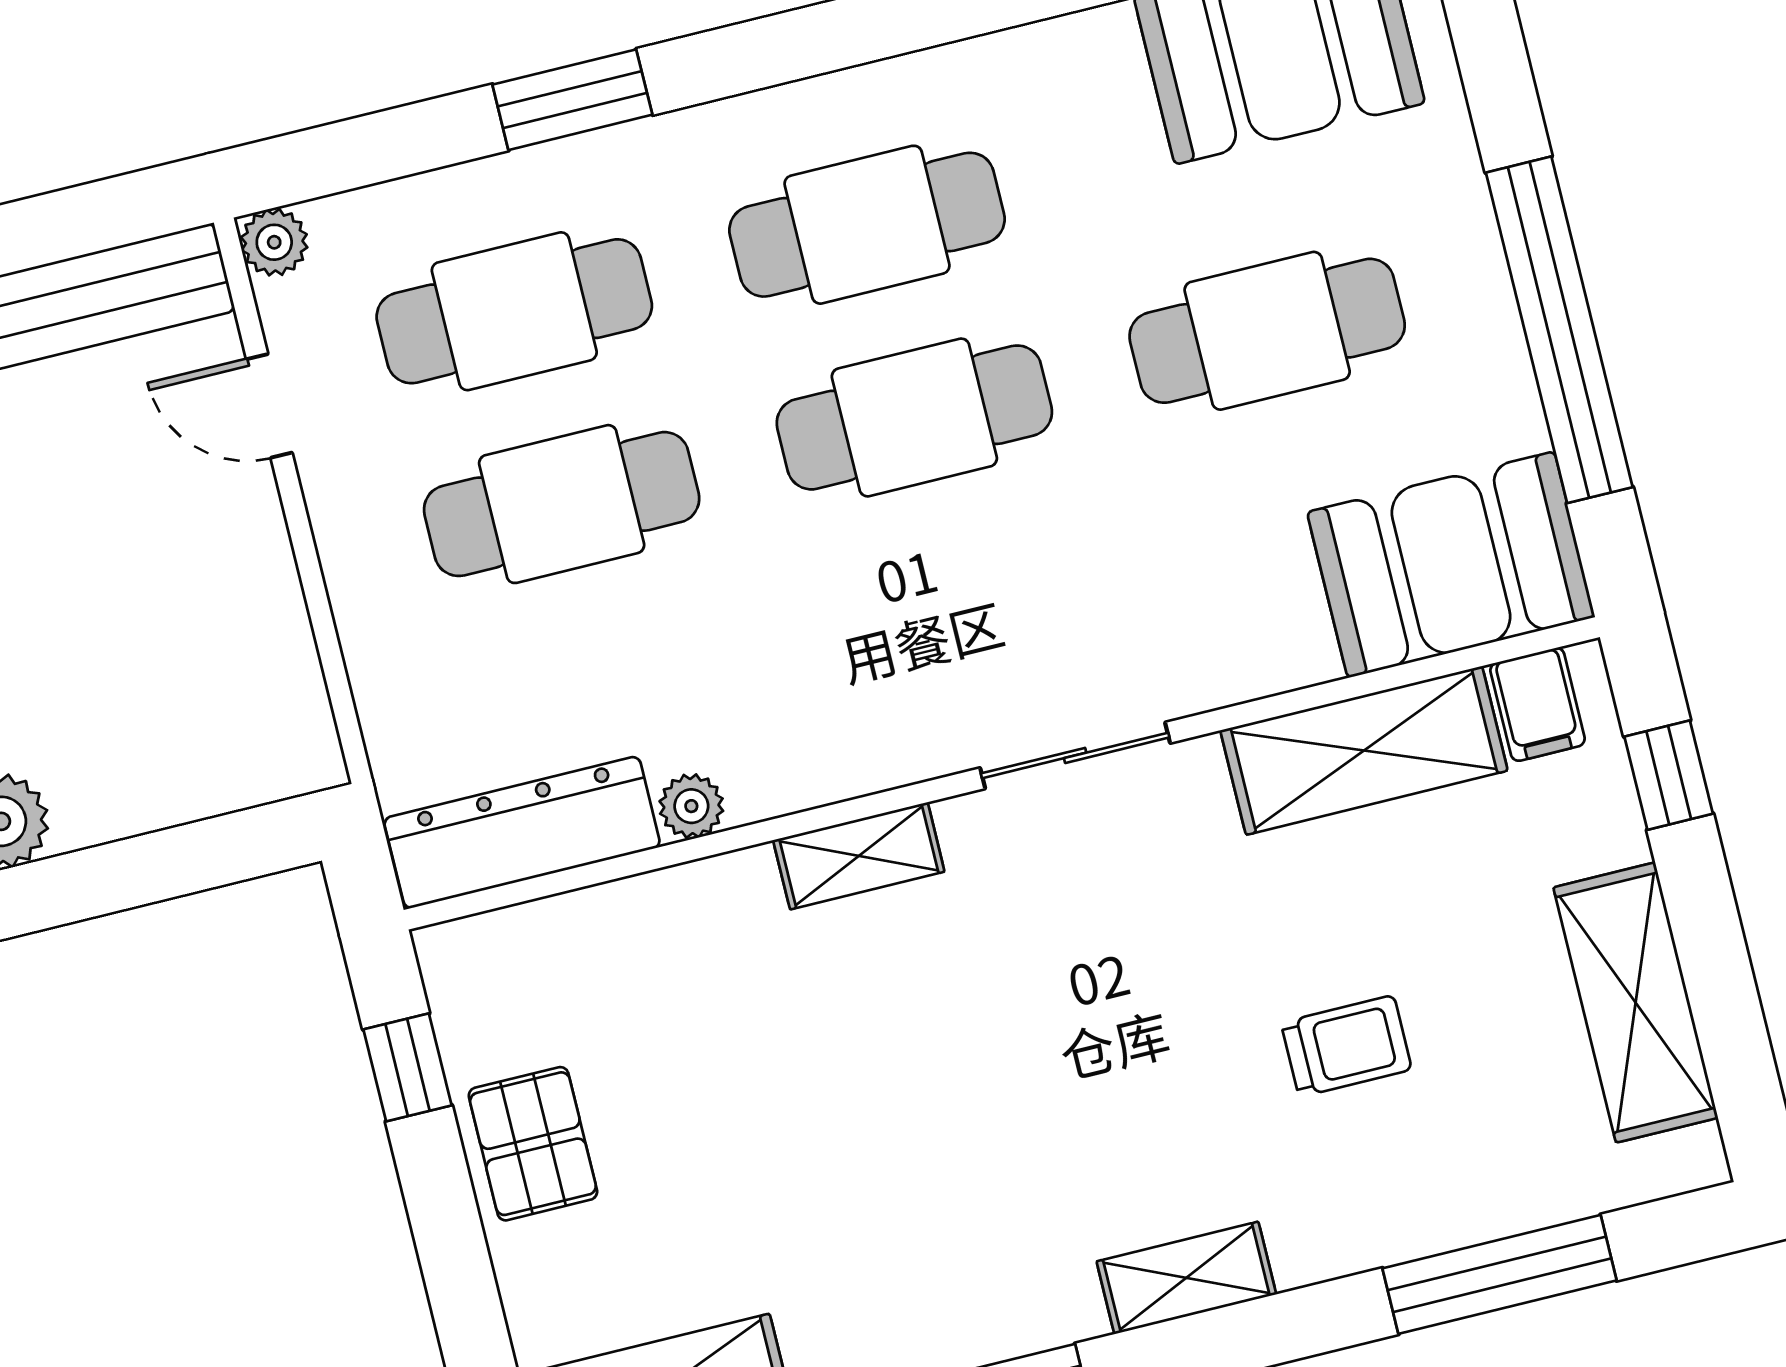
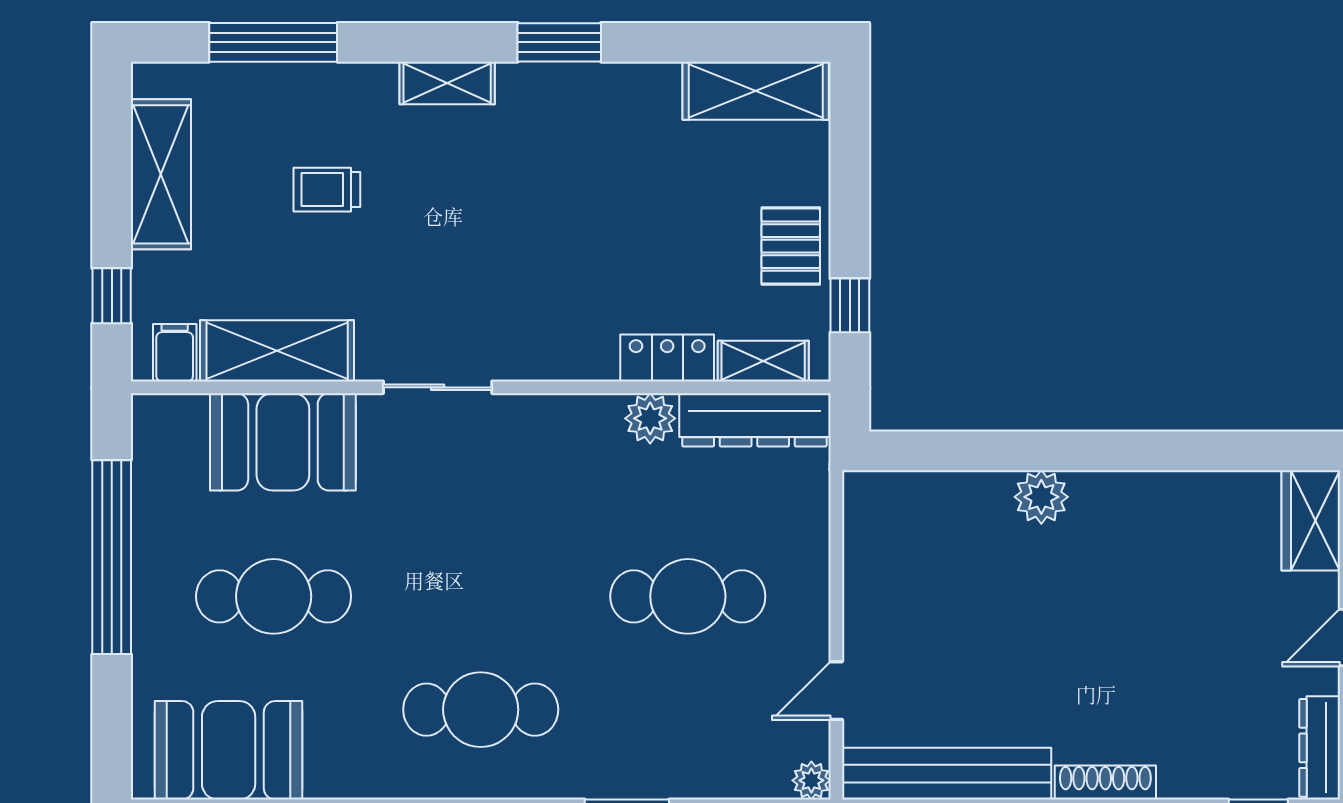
cafe table: (514, 311) -> (688, 710), removed
door: (269, 406) -> (836, 691), swing flipped
cafe table: (914, 417) -> (481, 596), removed
booth: (1451, 565) -> (283, 442), moved
plant: (691, 806) -> (650, 418), width x1.38, depth x1.38
shelving: (859, 856) -> (763, 361), moved
locker: (697, 902) -> (667, 358), added

